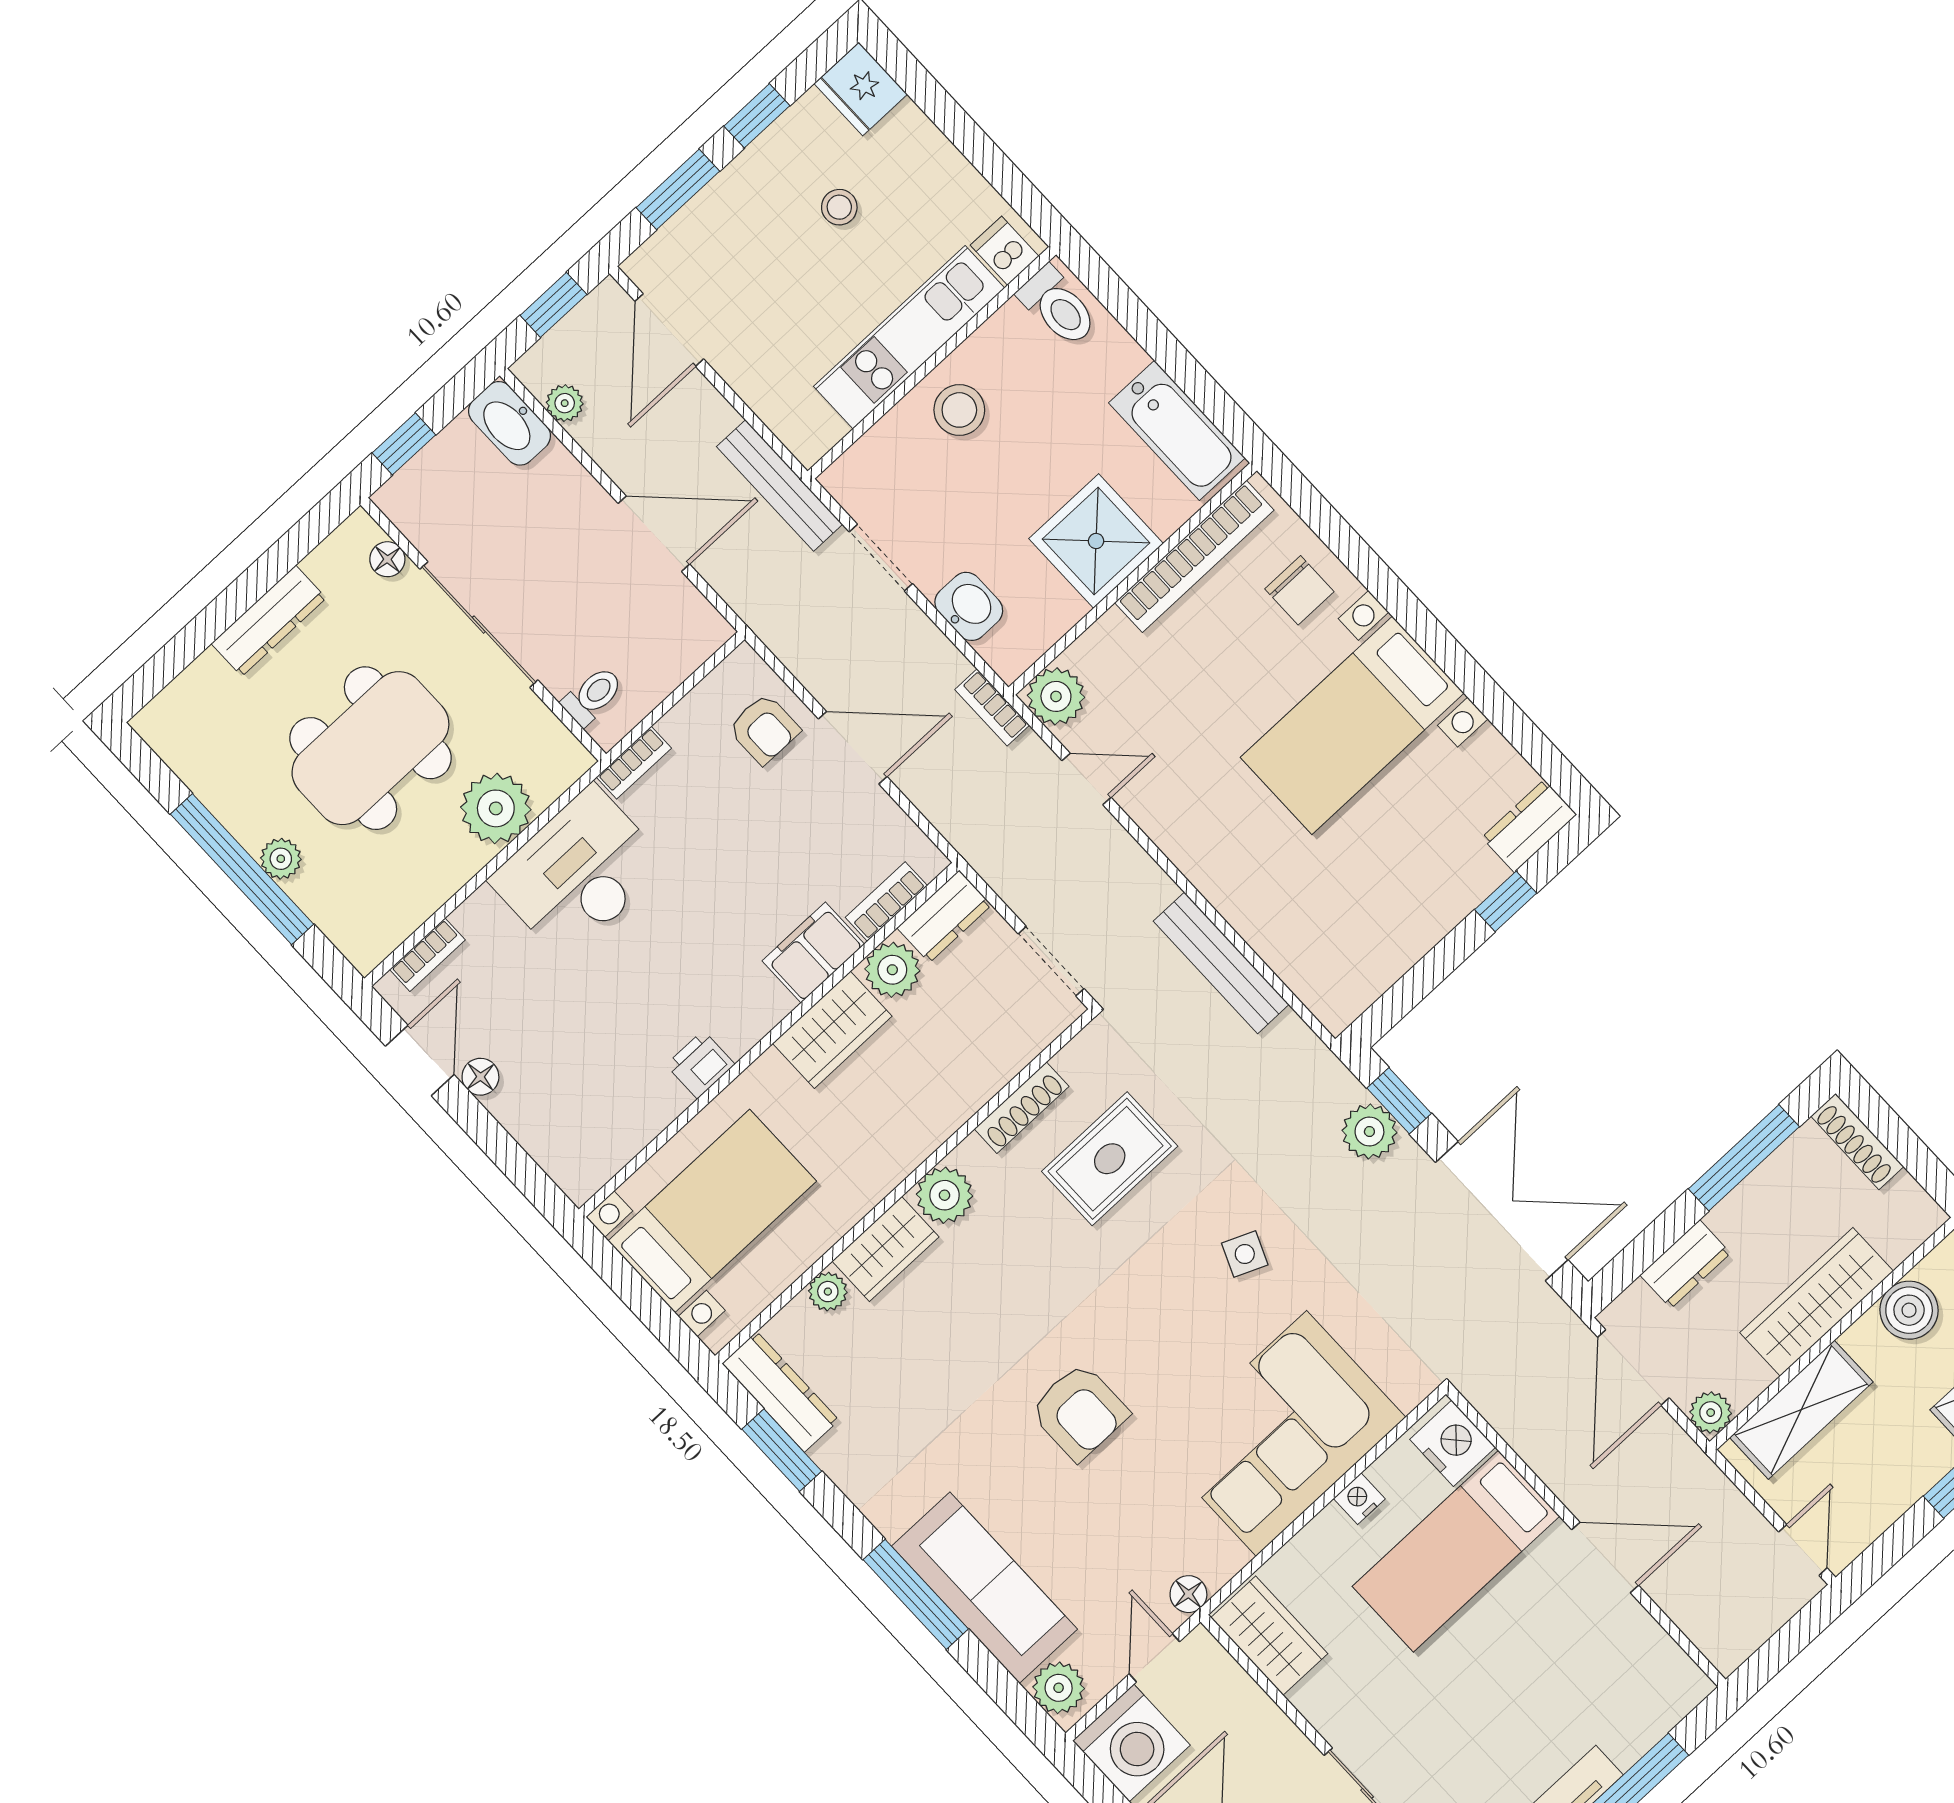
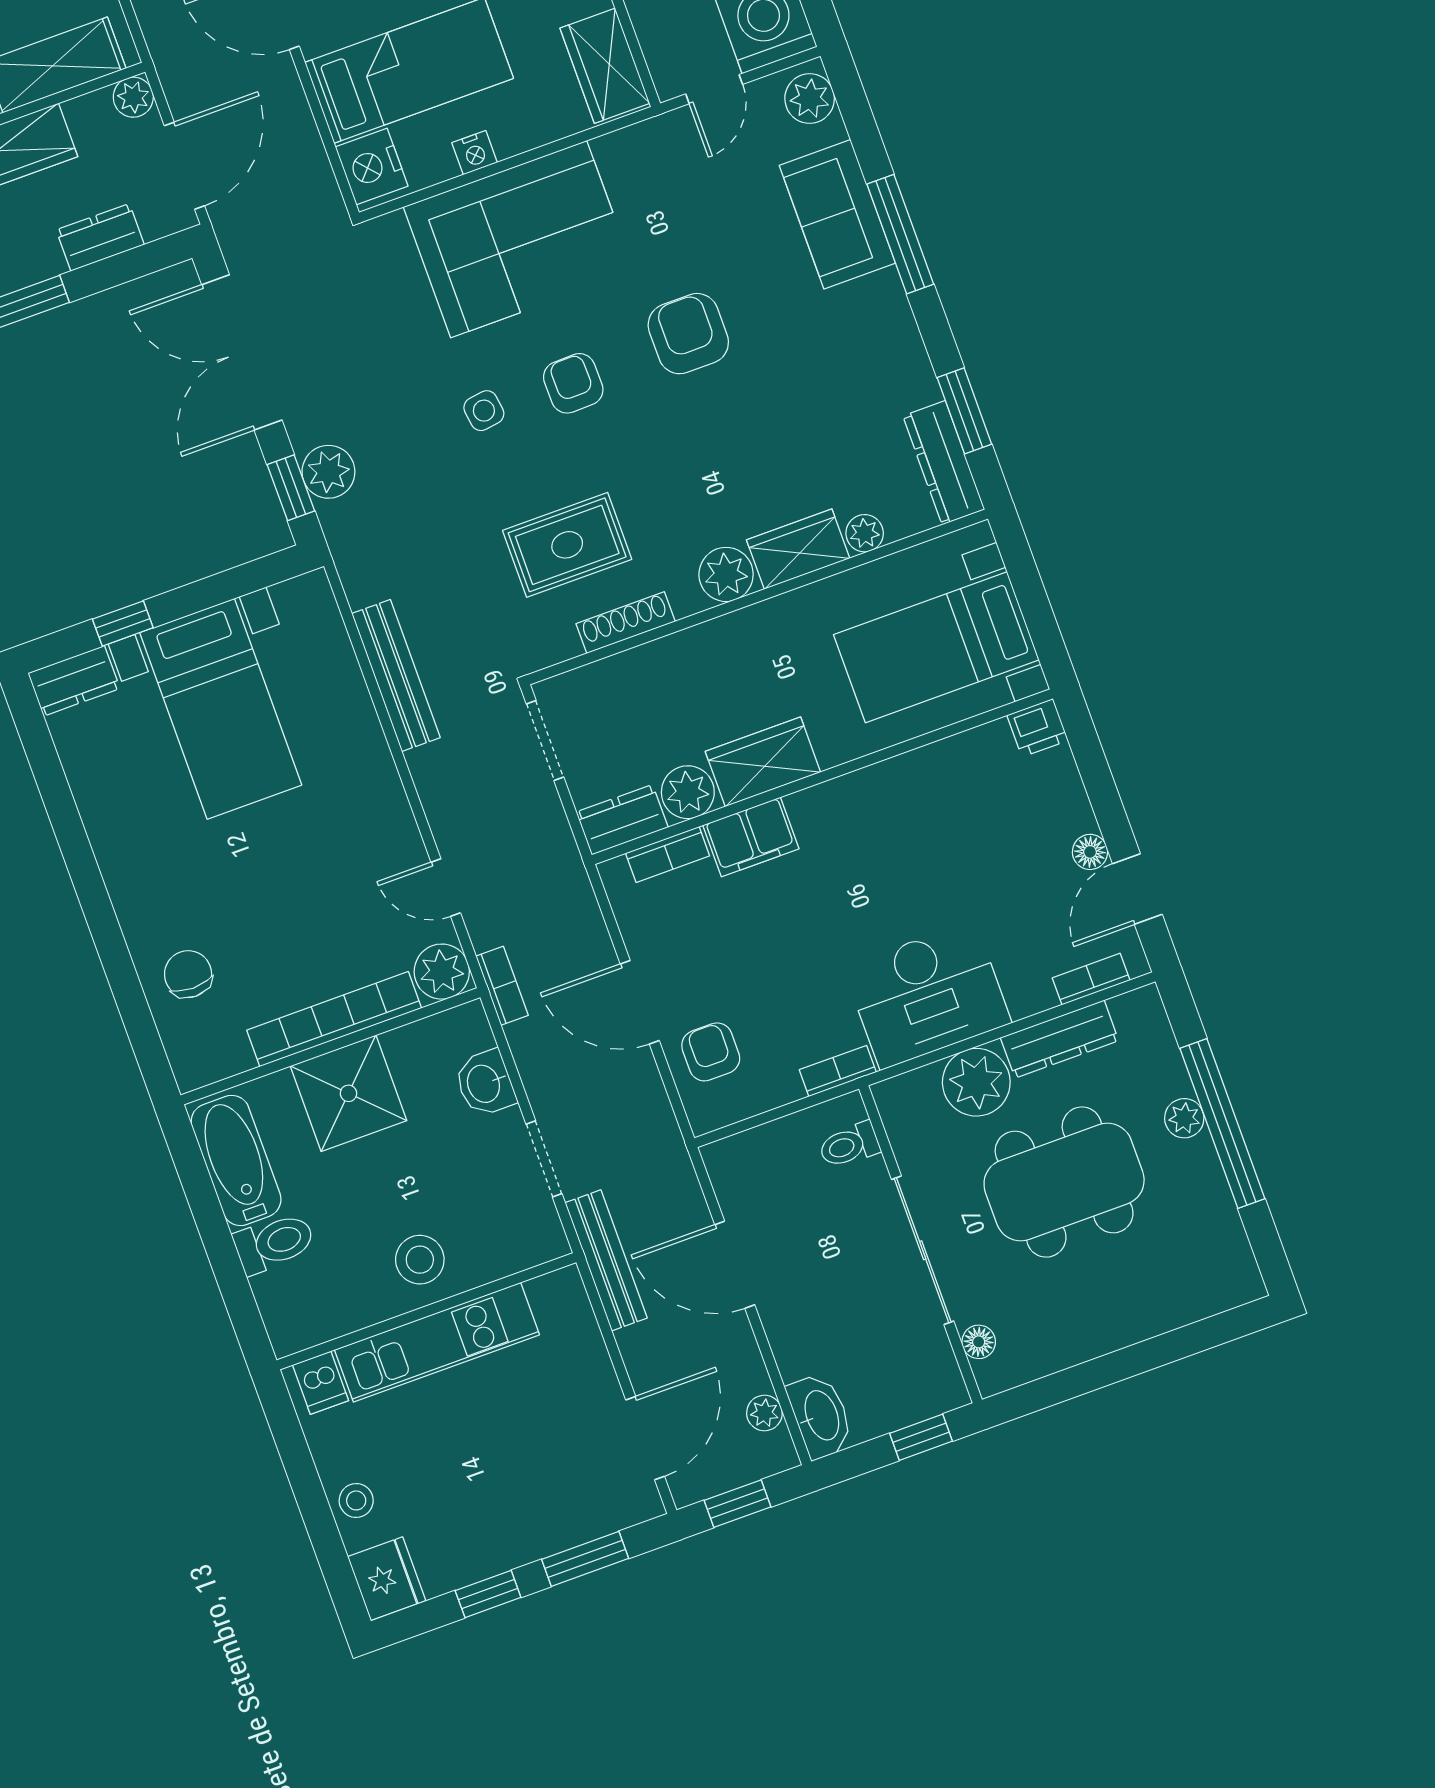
stool: (839, 207) -> (356, 1500), moved
toilet: (1058, 306) -> (274, 1243), moved, turned 90
bookcase: (1194, 556) -> (334, 1019), moved
dresser: (269, 621) -> (1060, 1039), moved, turned 180
bed with nightstands: (1352, 725) -> (221, 709), moved, turned 90
printer: (700, 1065) -> (1038, 728), moved
side table: (1245, 1254) -> (484, 411), turned -31
armchair: (1170, 1317) -> (573, 383), added
sofa: (985, 1588) -> (837, 214), width x0.73
floor lamp: (1188, 1594) -> (660, 132), removed

